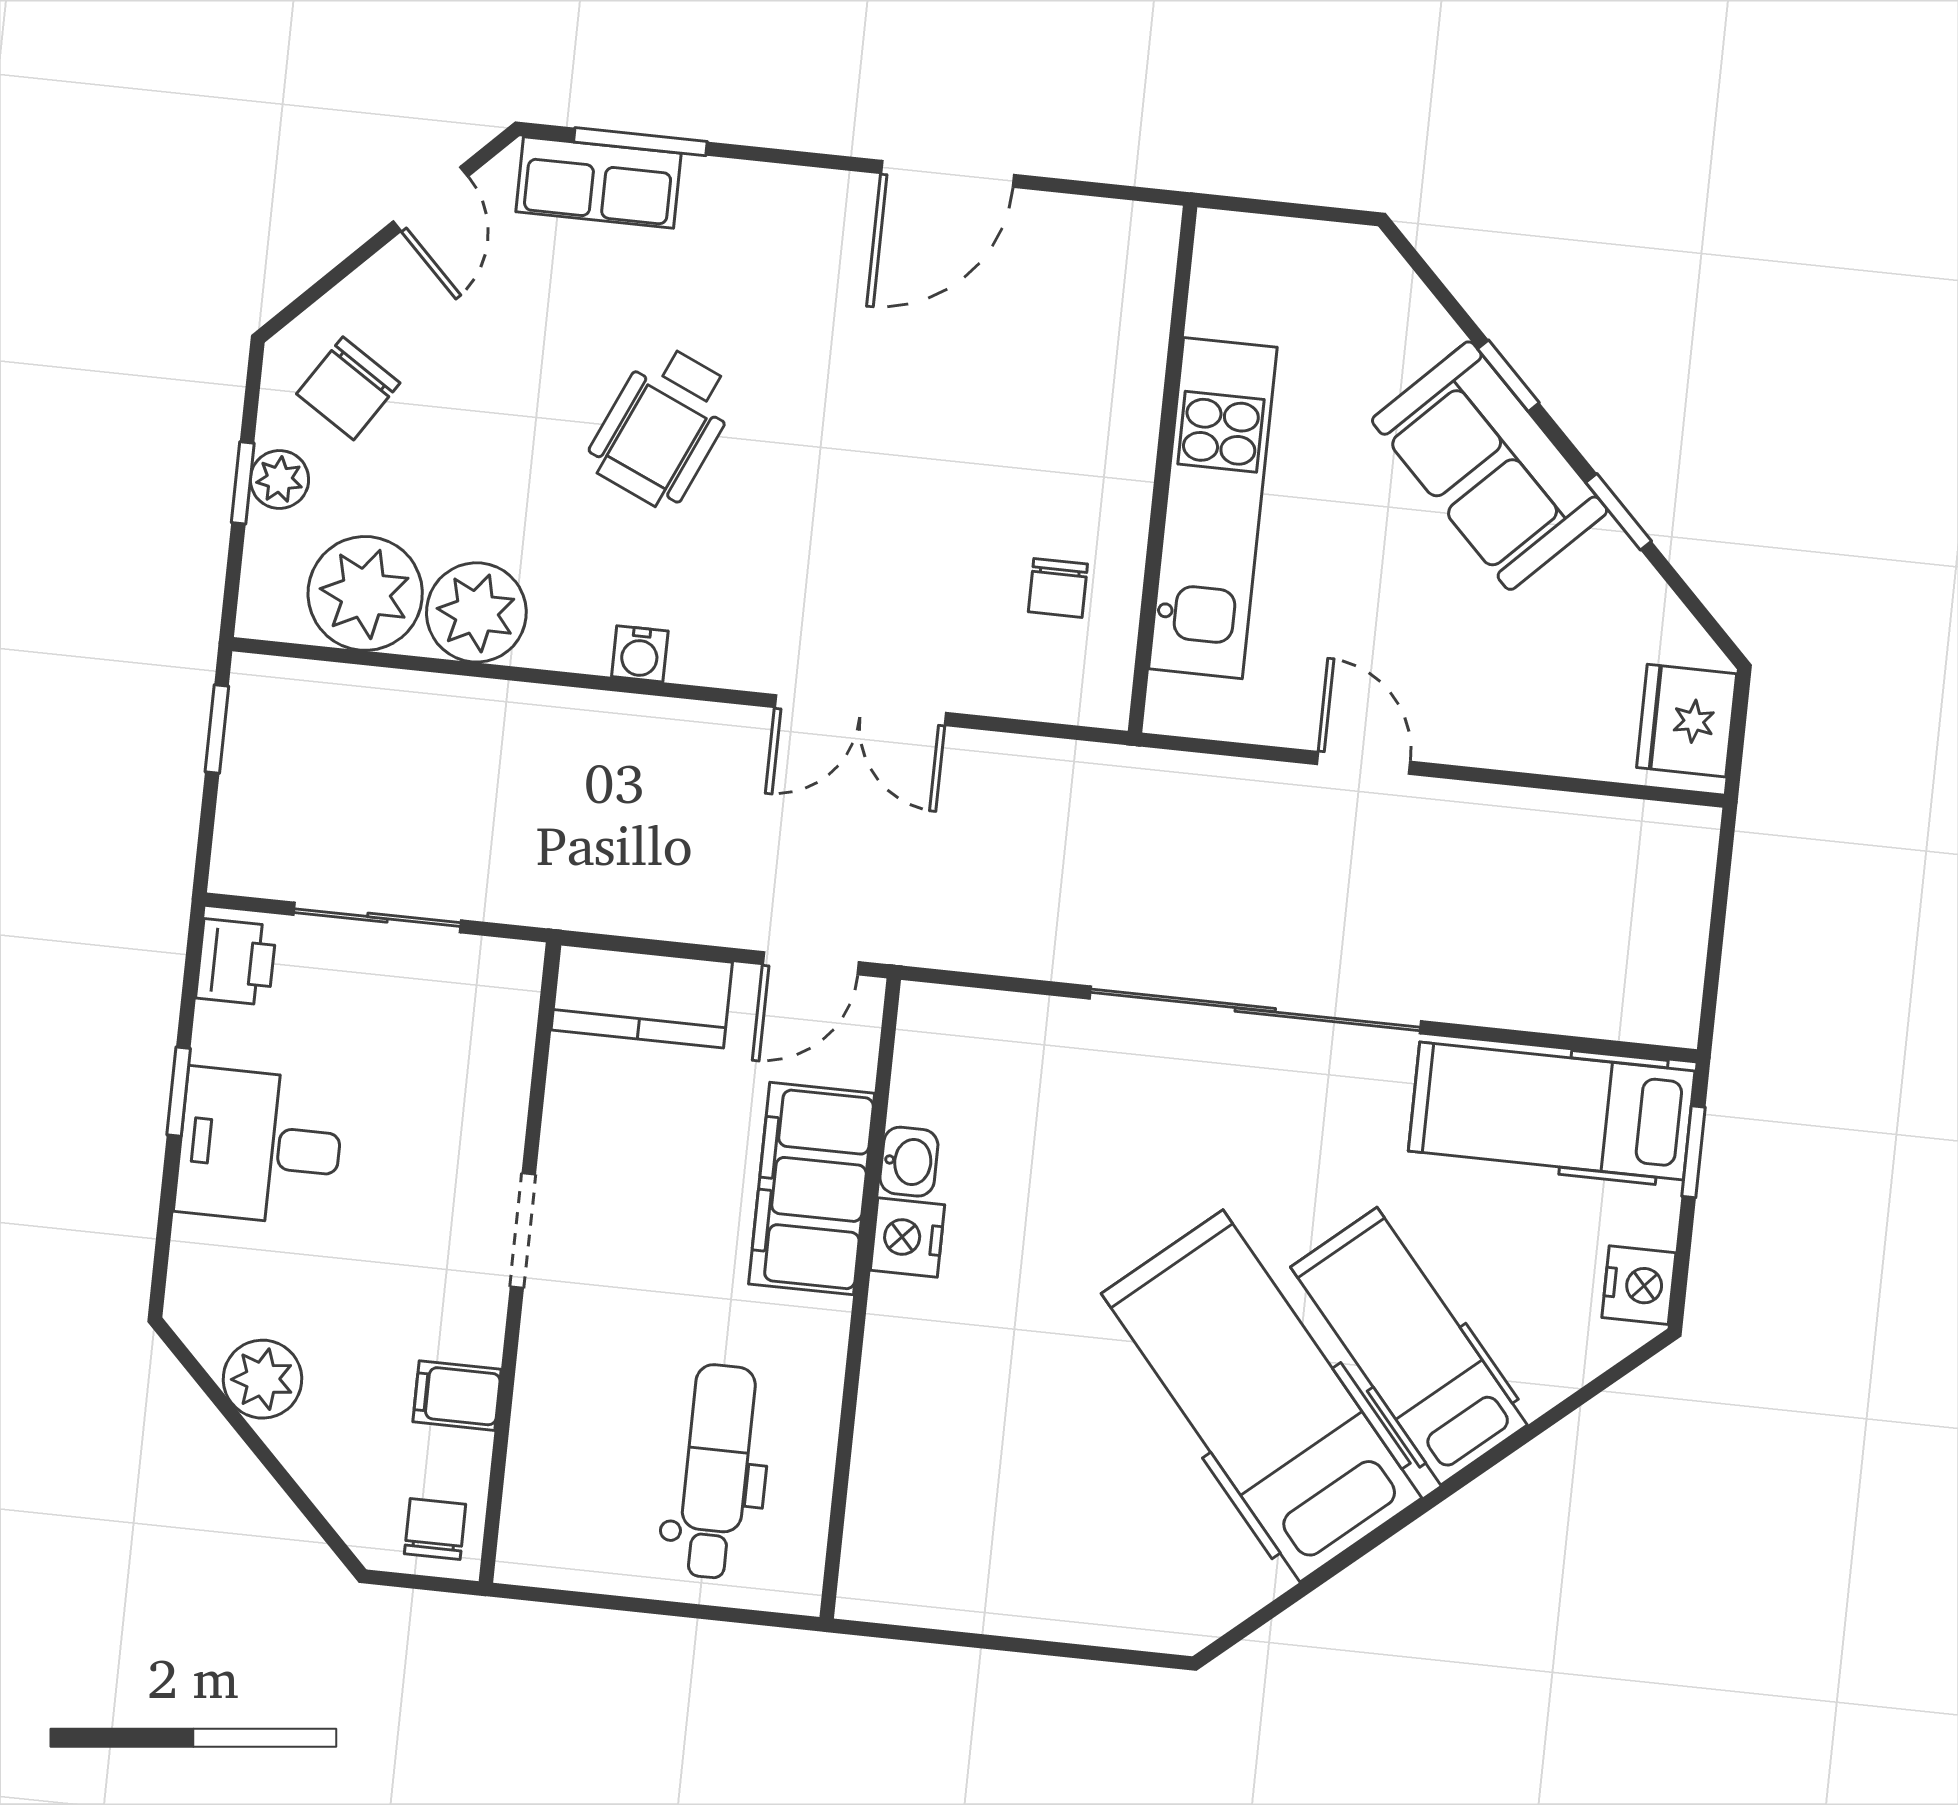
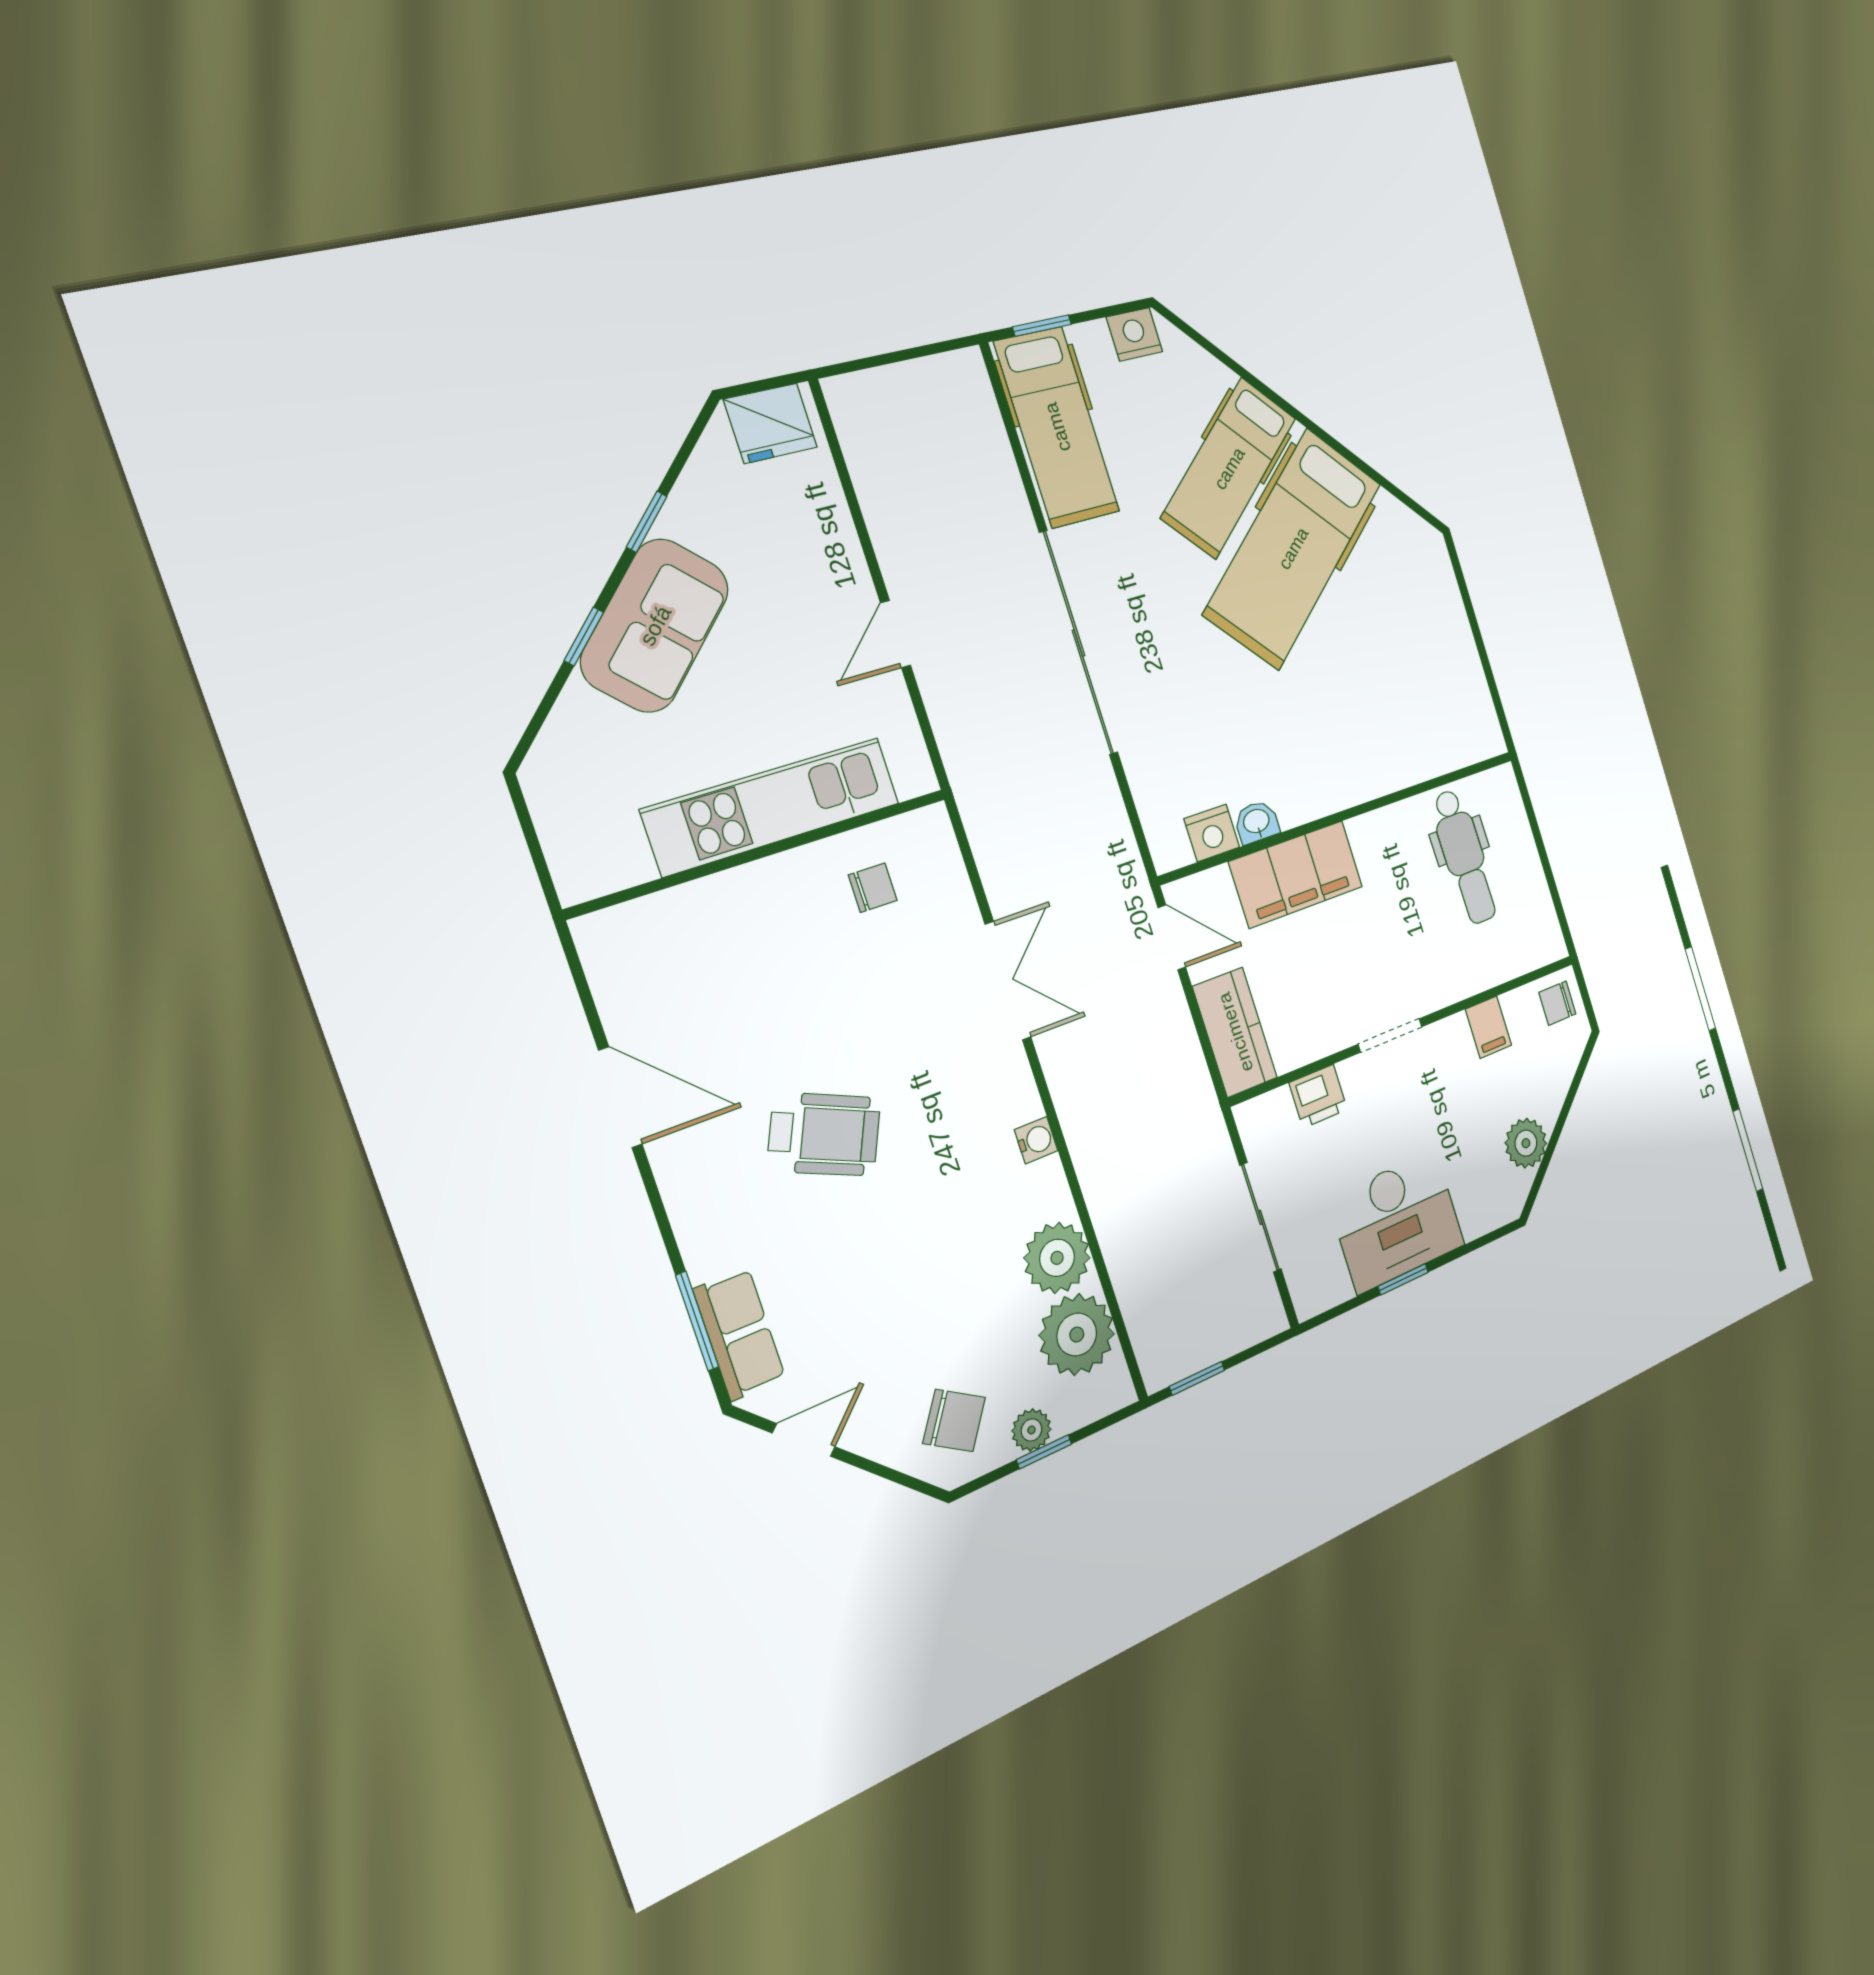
wheelchair: (663, 427) -> (824, 1134), moved
printer: (236, 962) -> (1318, 1096), moved, turned 180
desk: (260, 1147) -> (1397, 1222), width x1.37
nightstand: (907, 1238) -> (1212, 833), moved
dental chair: (716, 1471) -> (1464, 857), turned -91

